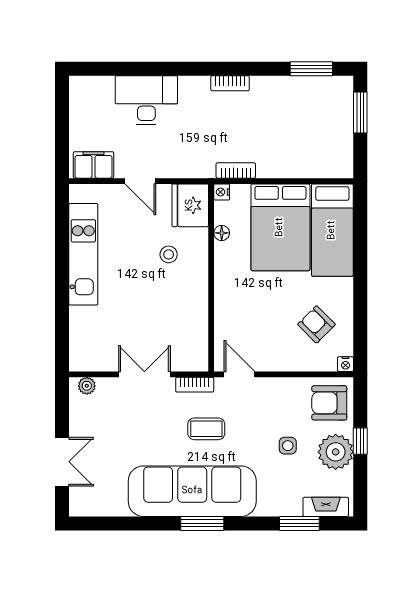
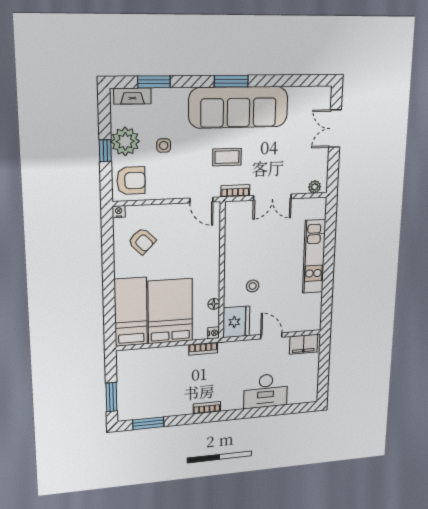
kitchen unit: (83, 254) -> (314, 257), moved

